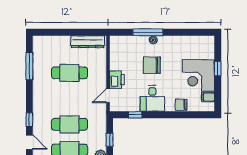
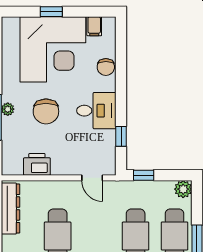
corner desk: (198, 75) -> (53, 49), width x1.36, depth x1.36
printer: (117, 80) -> (37, 164), moved
window: (110, 140) -> (144, 175), moved

